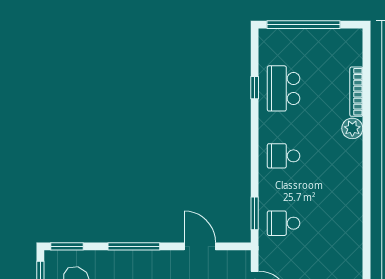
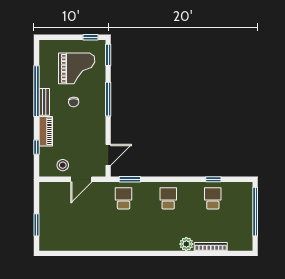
school desk: (284, 88) -> (213, 198), width x0.54
door: (200, 246) -> (108, 155), moved

